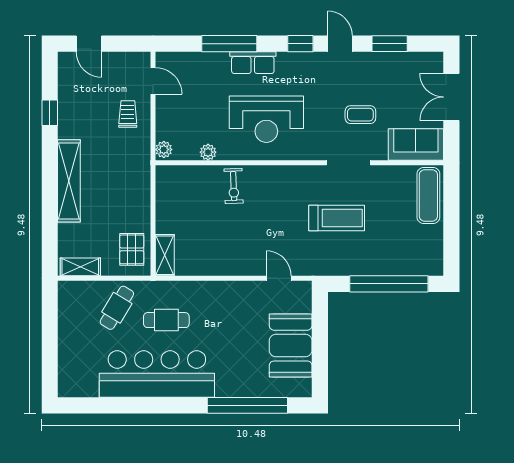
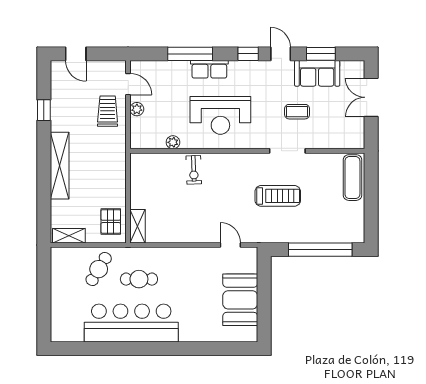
trolley: (128, 114) -> (108, 111), width x1.36, depth x1.39
sofa: (416, 144) -> (317, 73), moved, turned 180
plant: (164, 149) -> (137, 109), moved
window: (247, 405) -> (205, 349), removed

